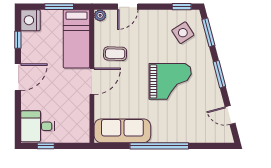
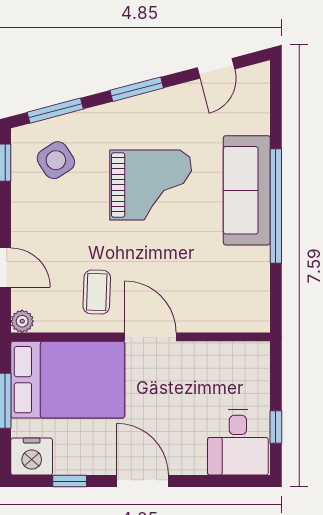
bed: (77, 39) -> (68, 380), width x1.50
grand piano: (170, 81) -> (151, 185), turned 90
sofa: (122, 131) -> (247, 190), moved

